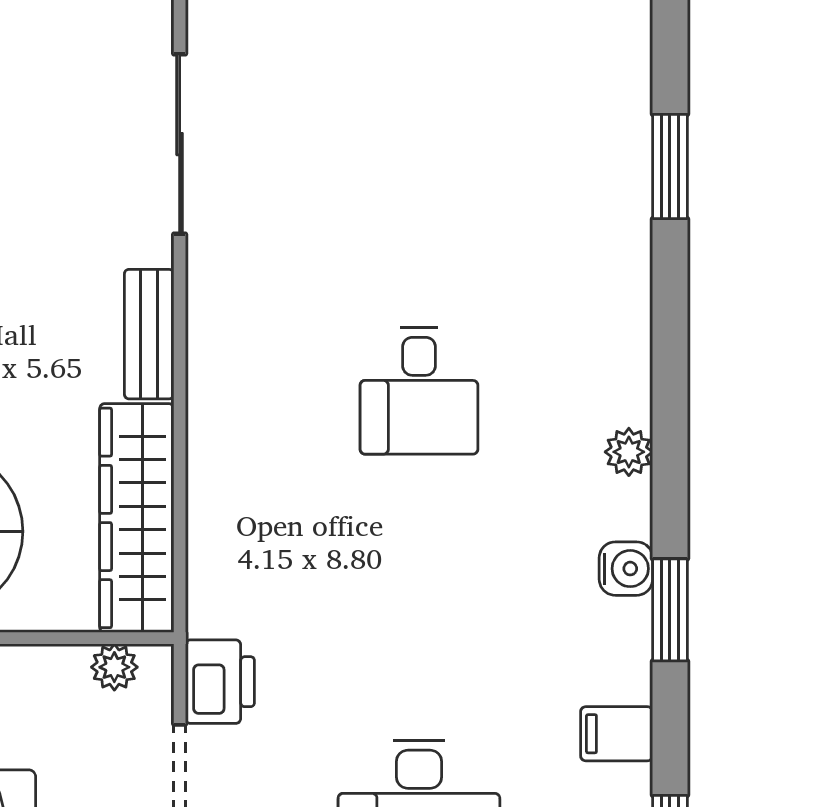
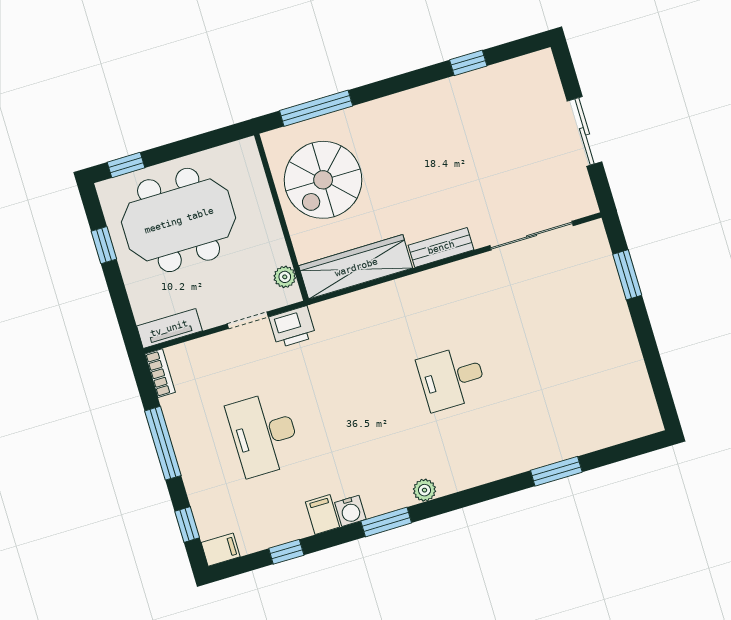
window: (670, 166) -> (556, 471), moved
plant: (629, 452) -> (425, 490), moved
water cooler: (626, 569) -> (350, 511), moved

